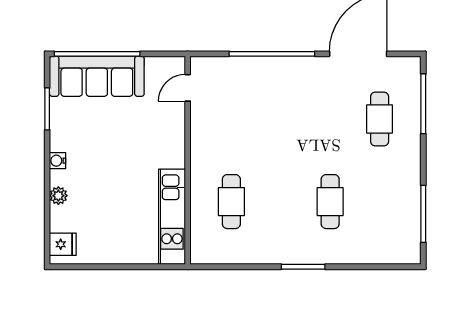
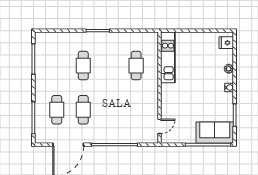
sofa: (97, 76) -> (215, 133), width x0.73
cafe table: (330, 119) -> (83, 110), added

